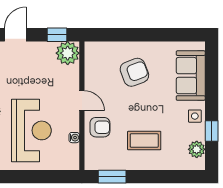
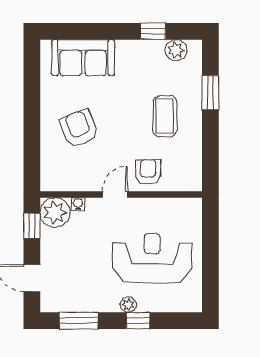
side table: (195, 116) -> (134, 52), removed
water cooler: (74, 138) -> (78, 204), moved
window: (112, 177) -> (210, 93), moved

